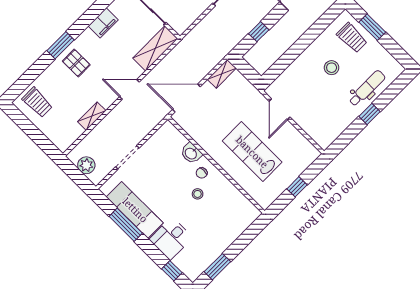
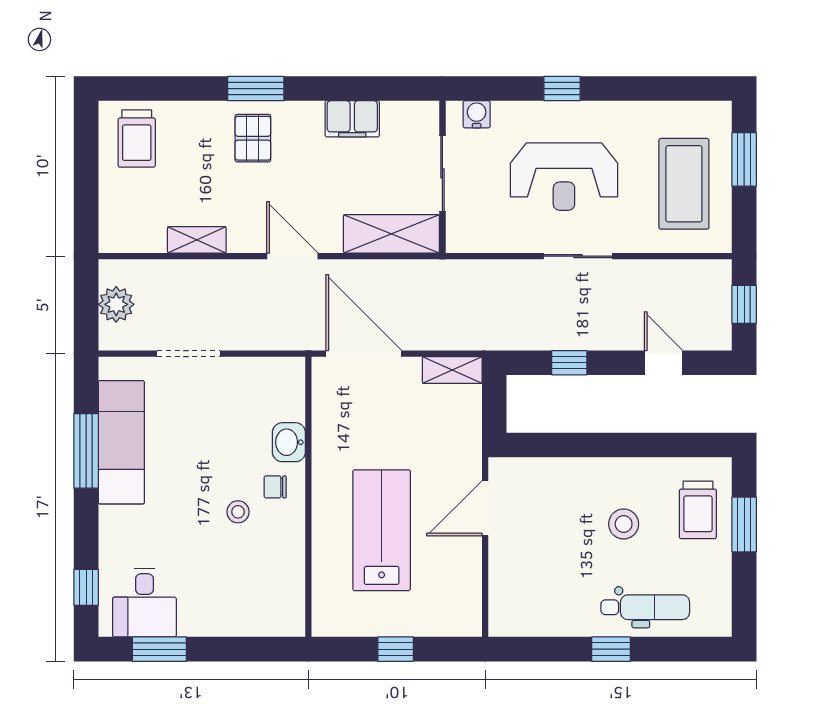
desk: (171, 238) -> (144, 603), moved, turned -90

